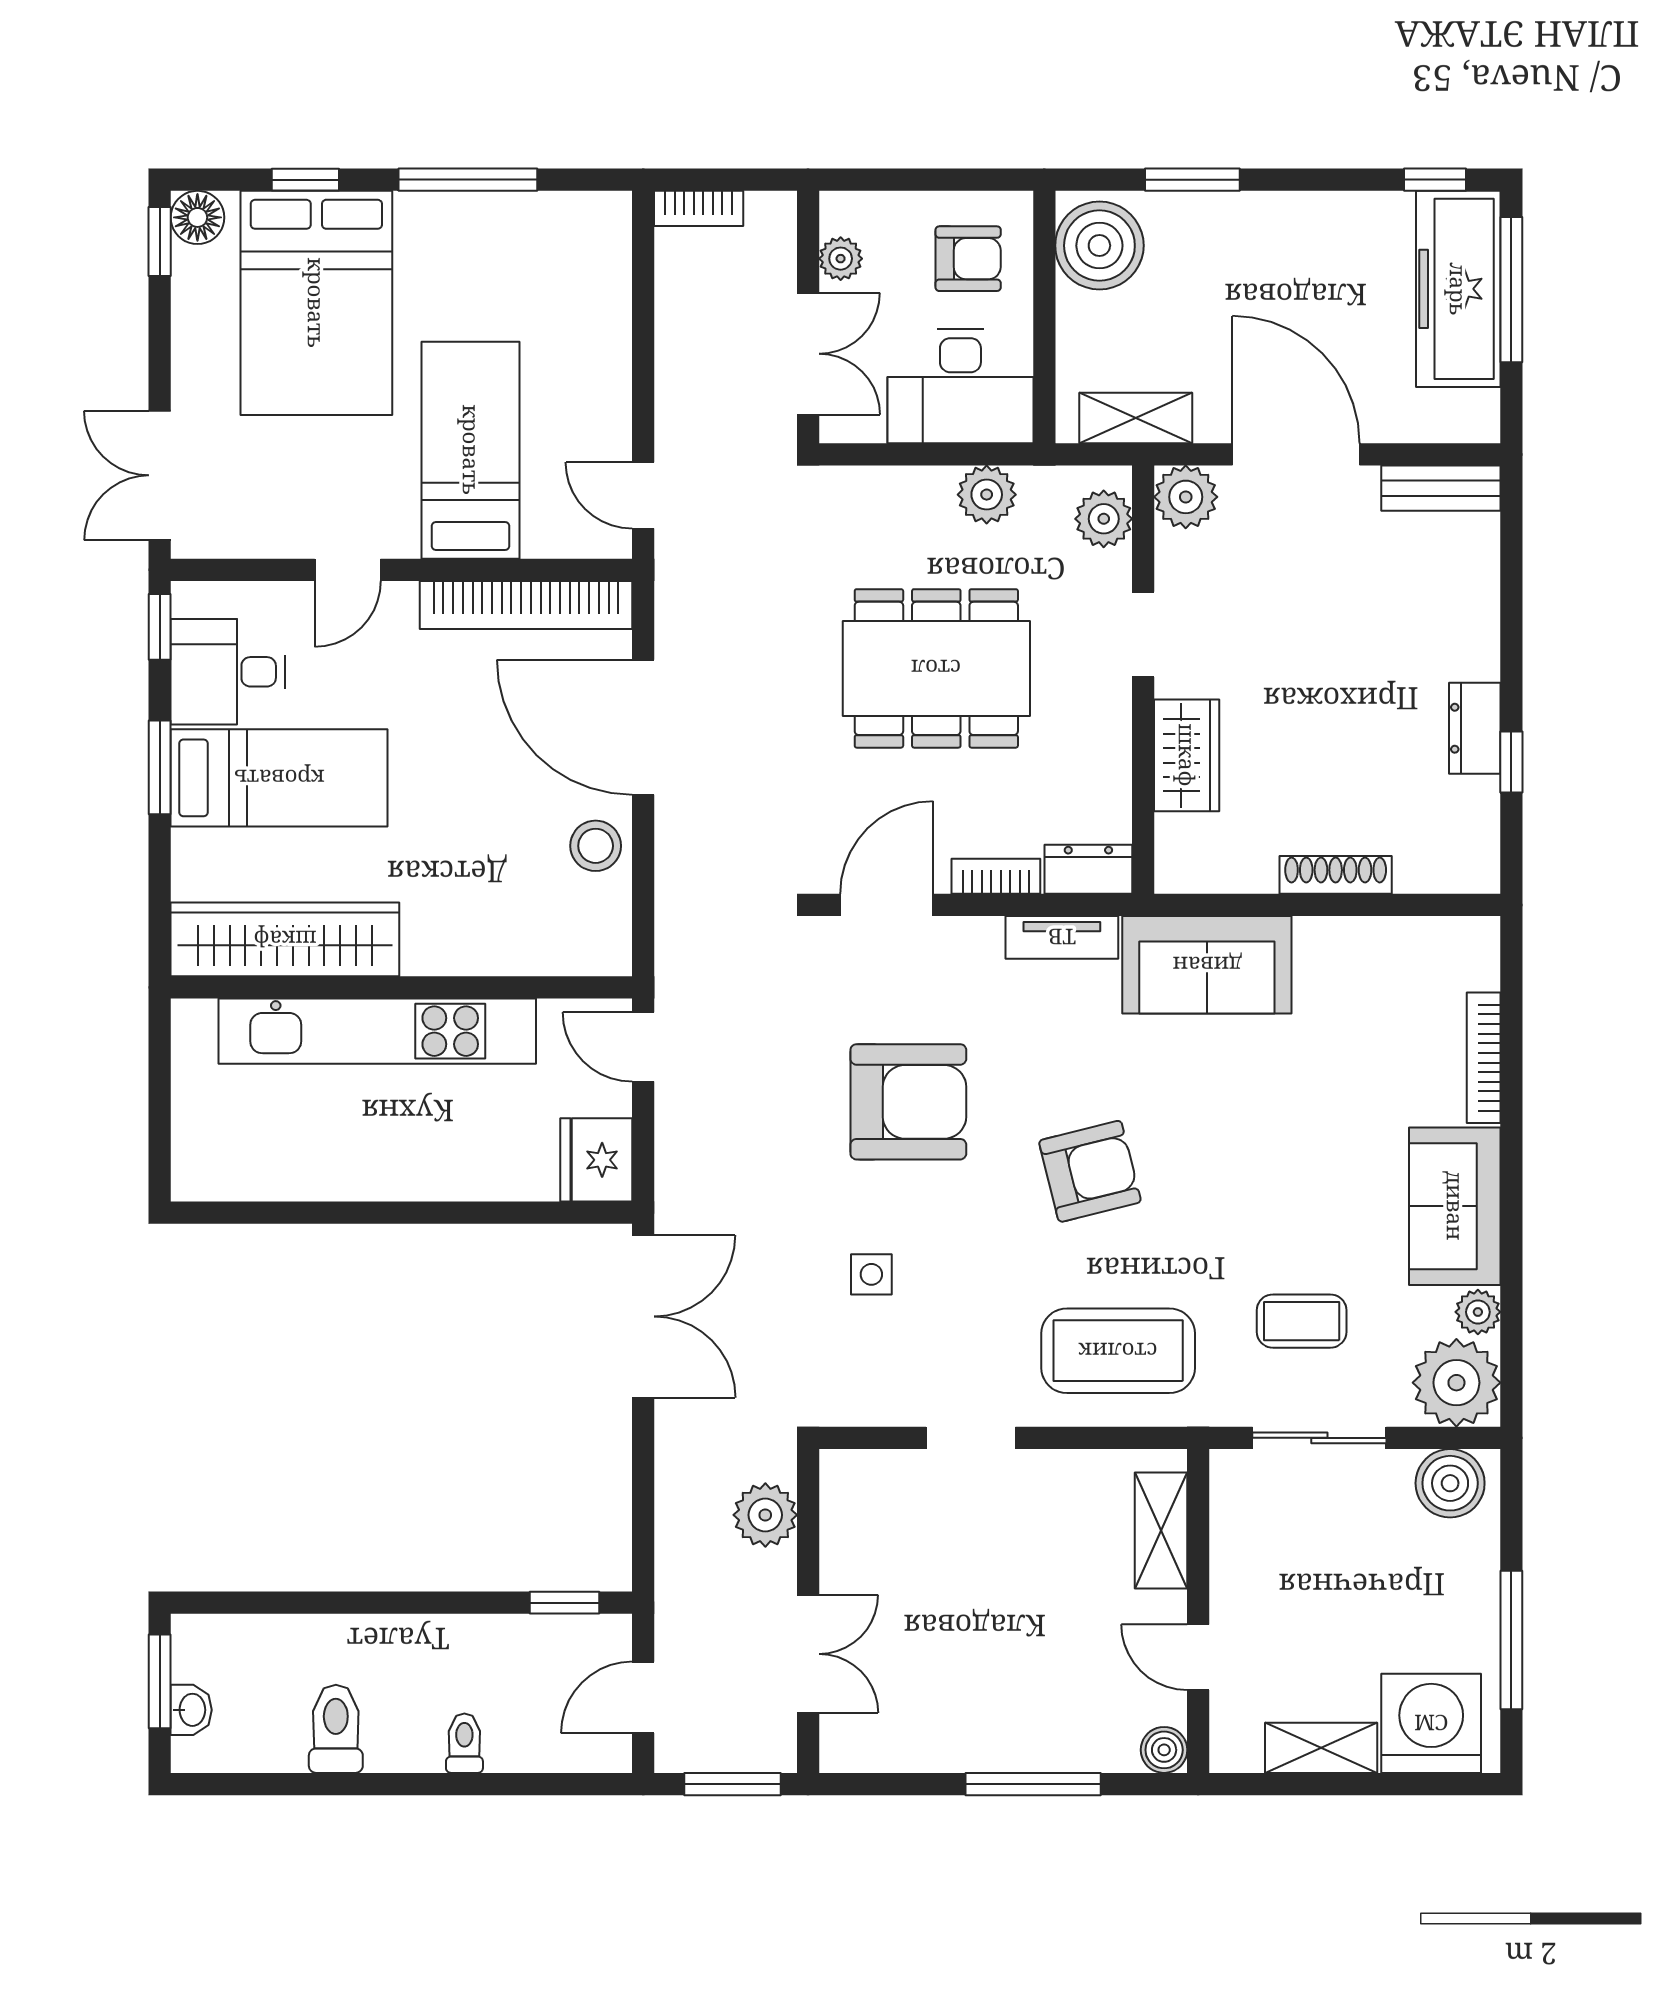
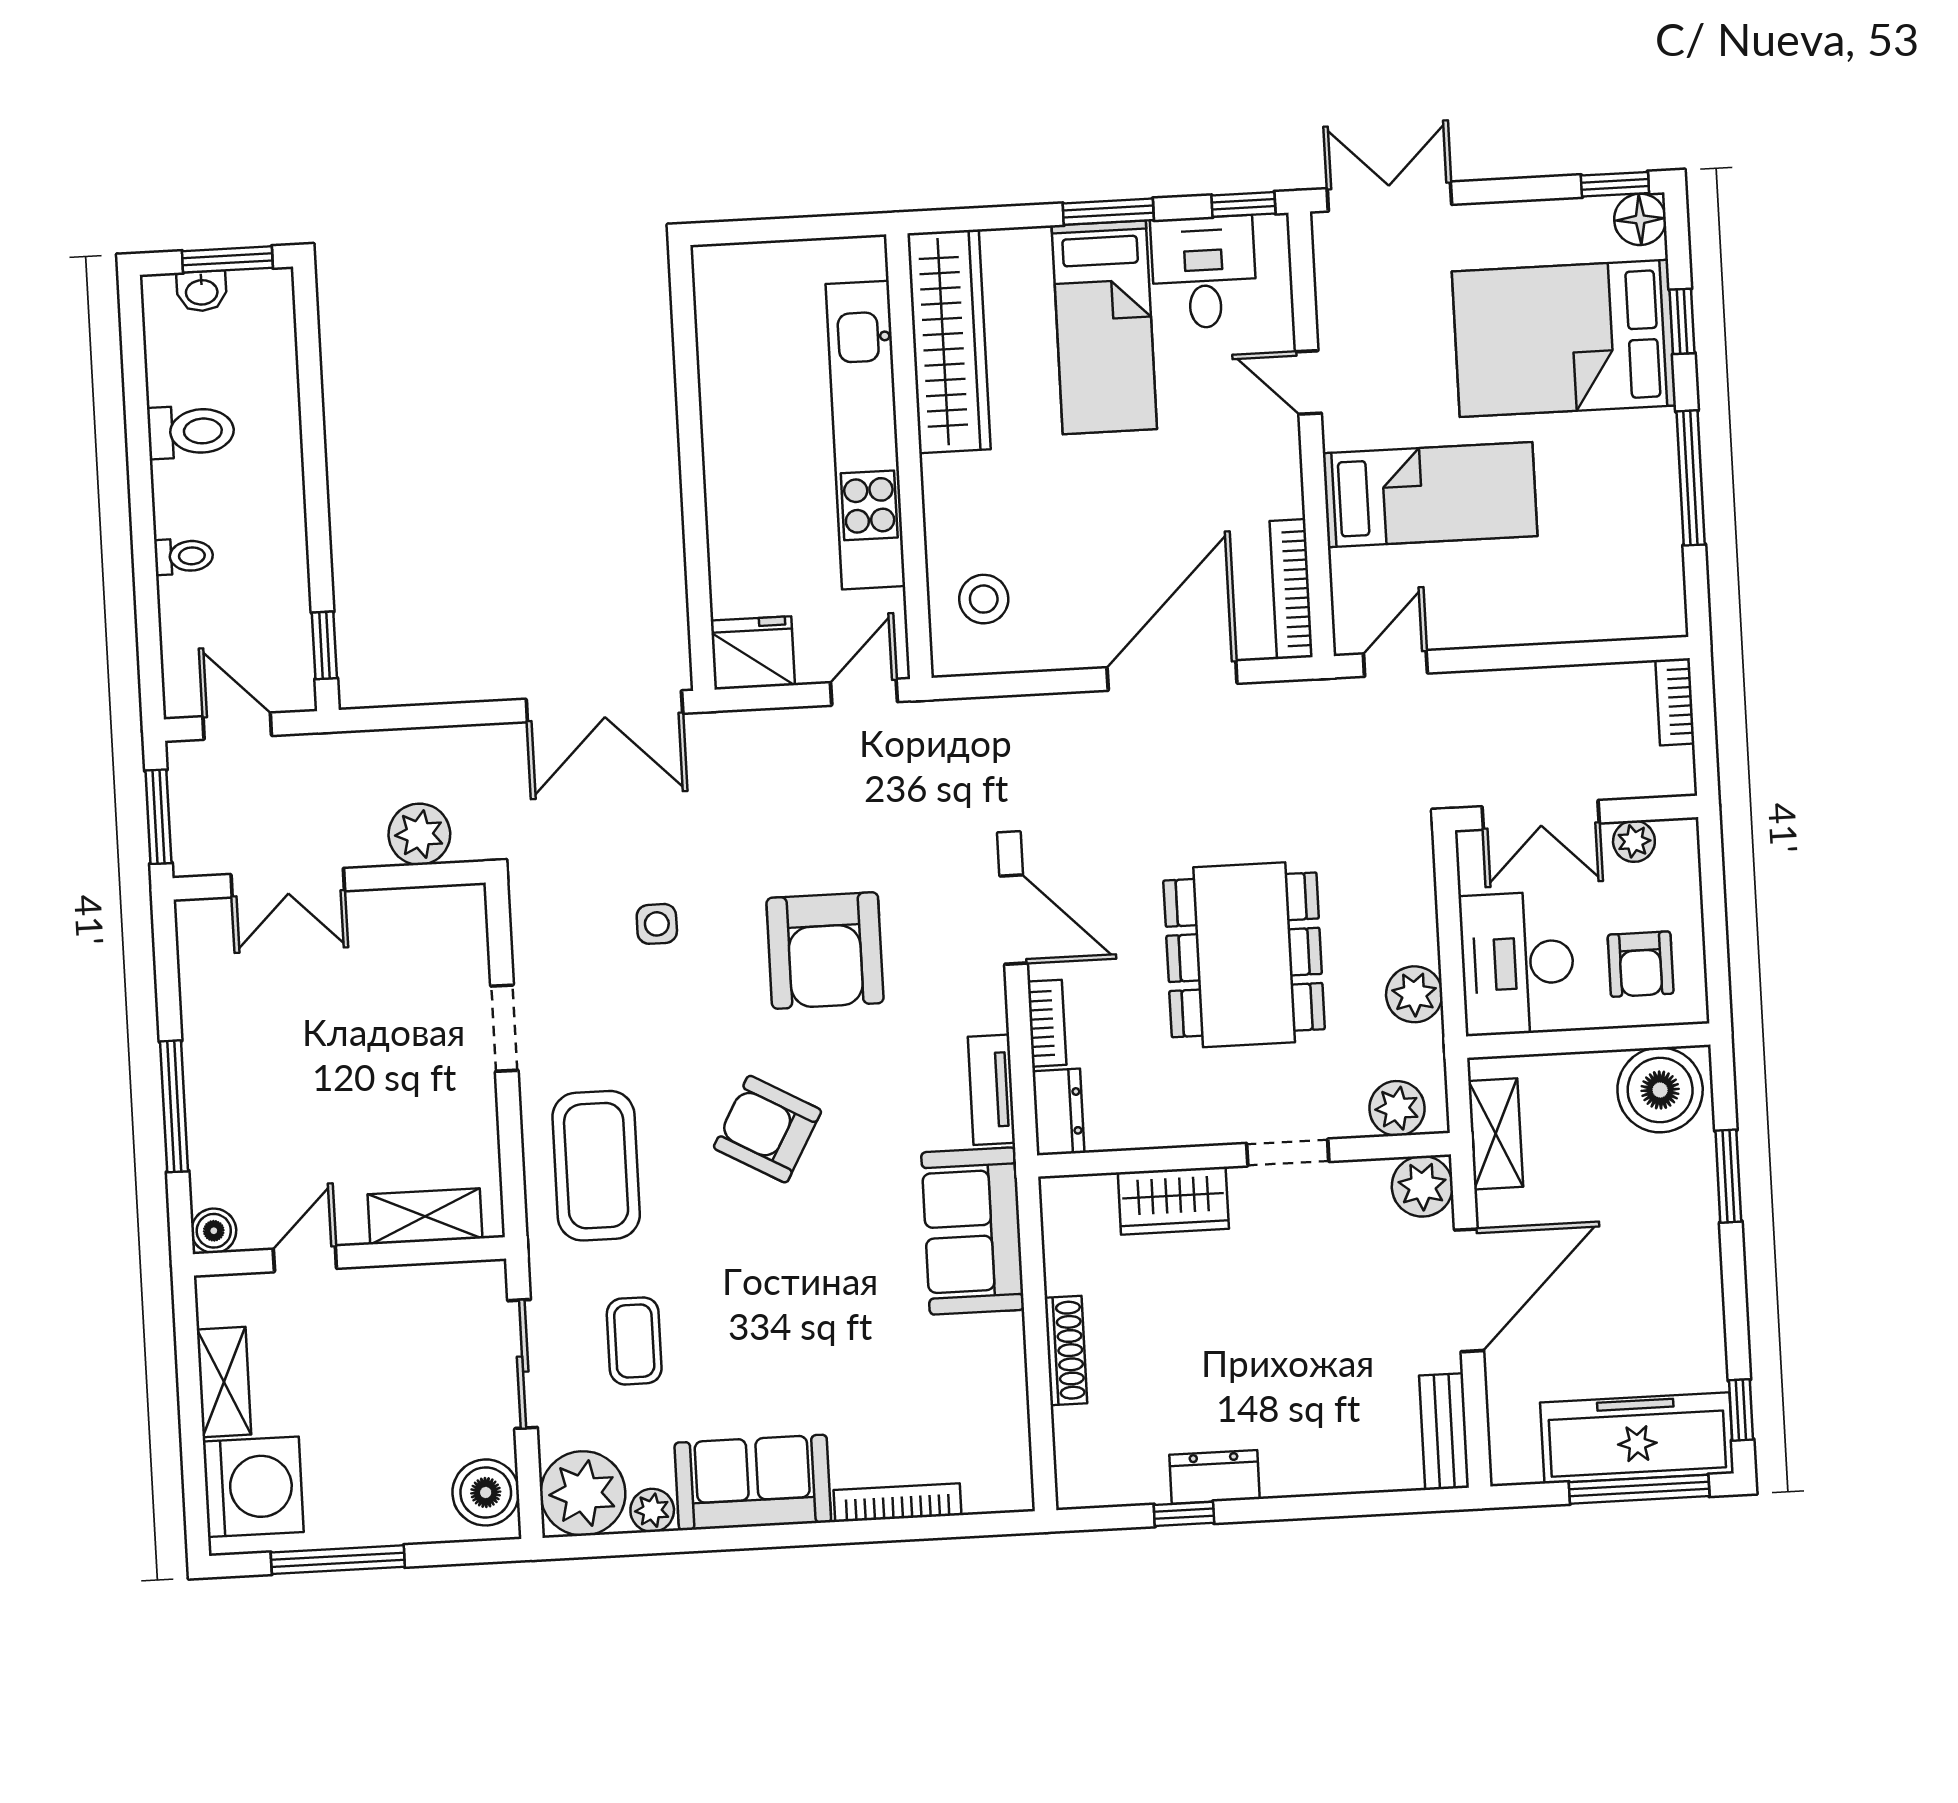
bookcase: (526, 605) -> (1291, 589), width x0.68, depth x0.76
stool: (596, 846) -> (984, 599), moved
armchair: (1090, 1171) -> (767, 1129), turned 133

